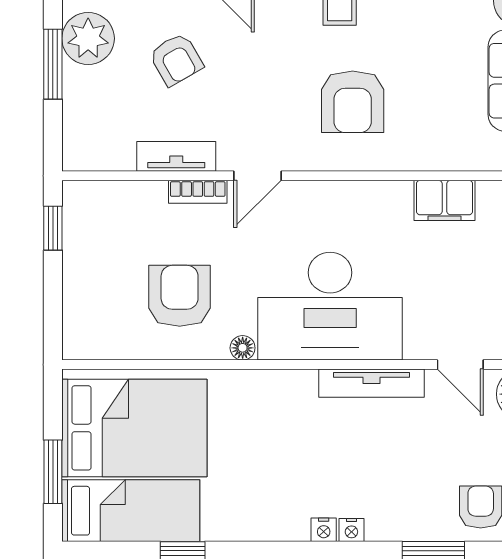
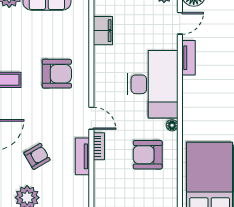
tv unit: (371, 383) -> (189, 58), width x0.71

